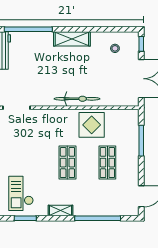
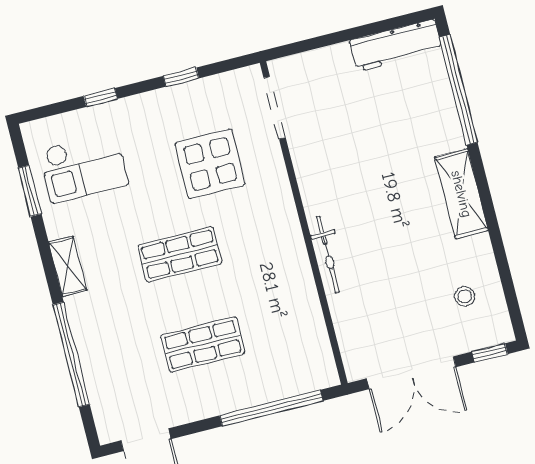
bicycle: (77, 99) -> (328, 255), width x0.73, depth x0.71
display table: (92, 125) -> (210, 164), moved
window: (141, 141) -> (271, 408), width x1.46
checkout: (21, 193) -> (84, 167), turned 180

